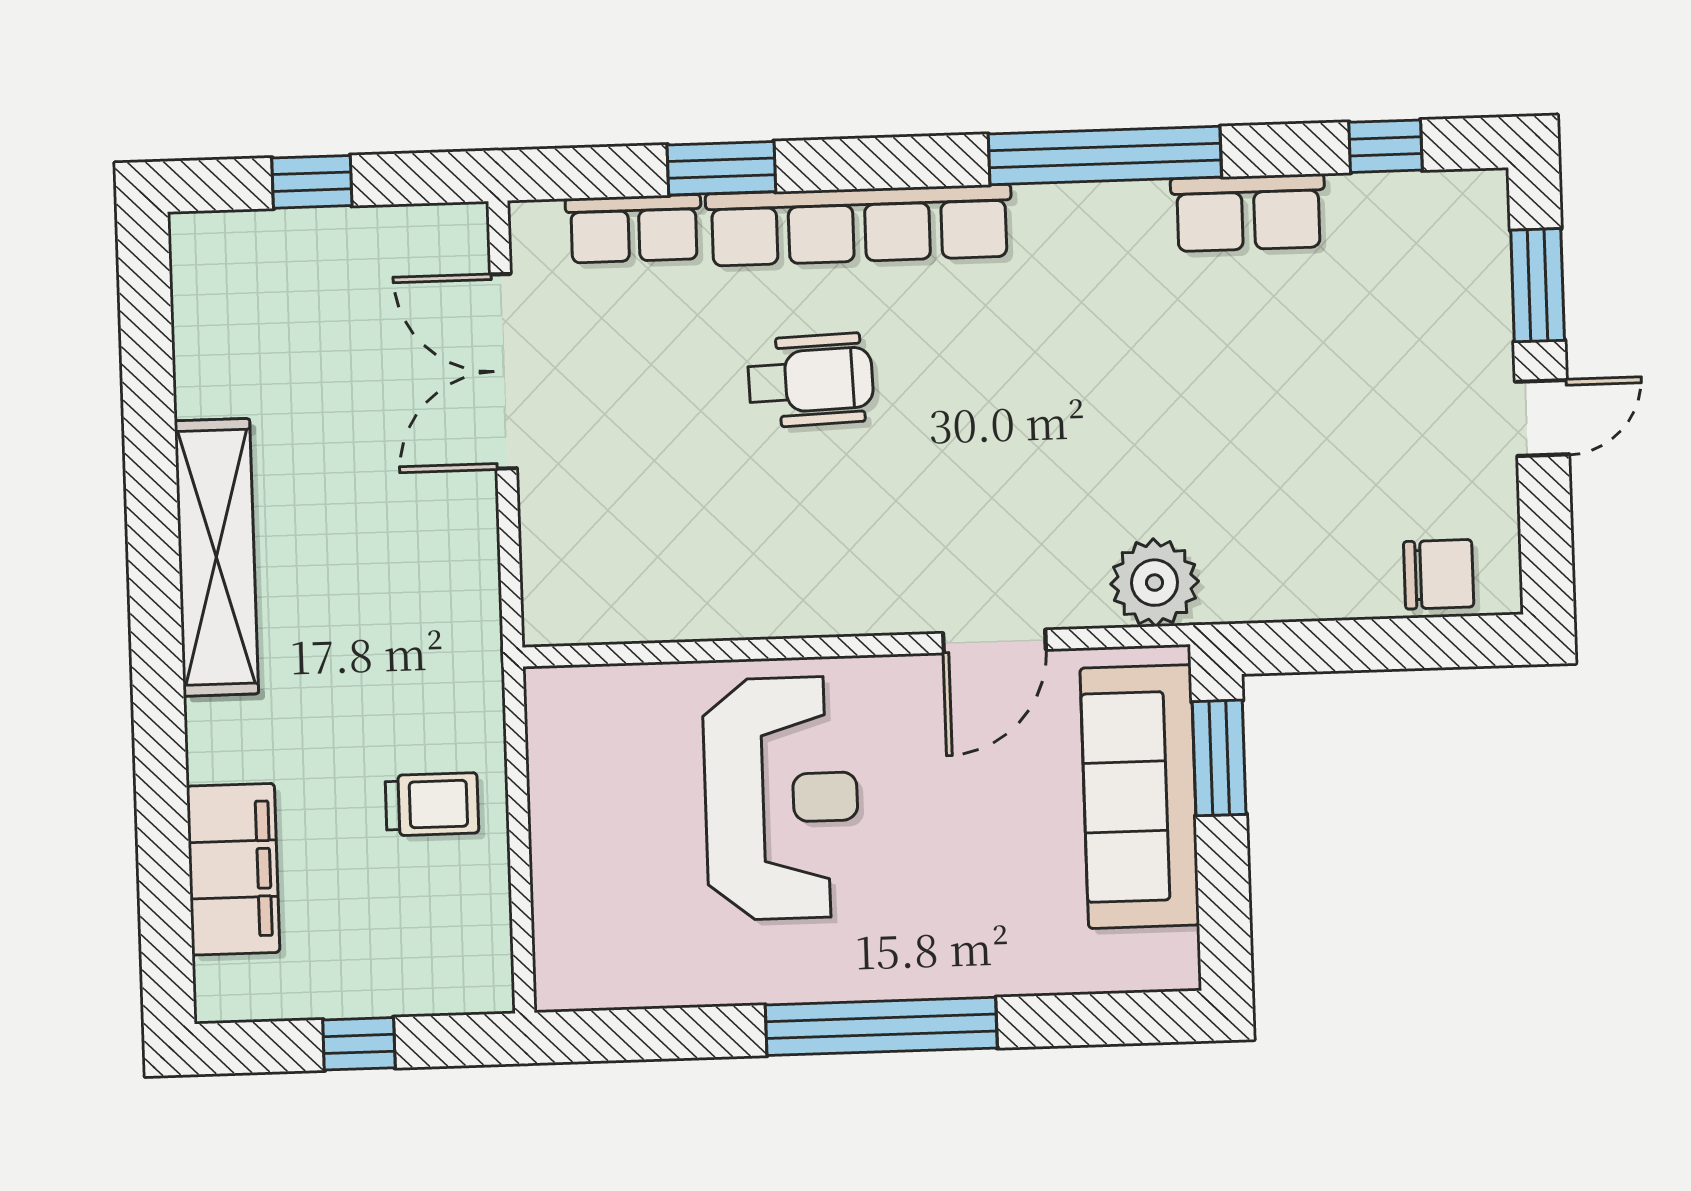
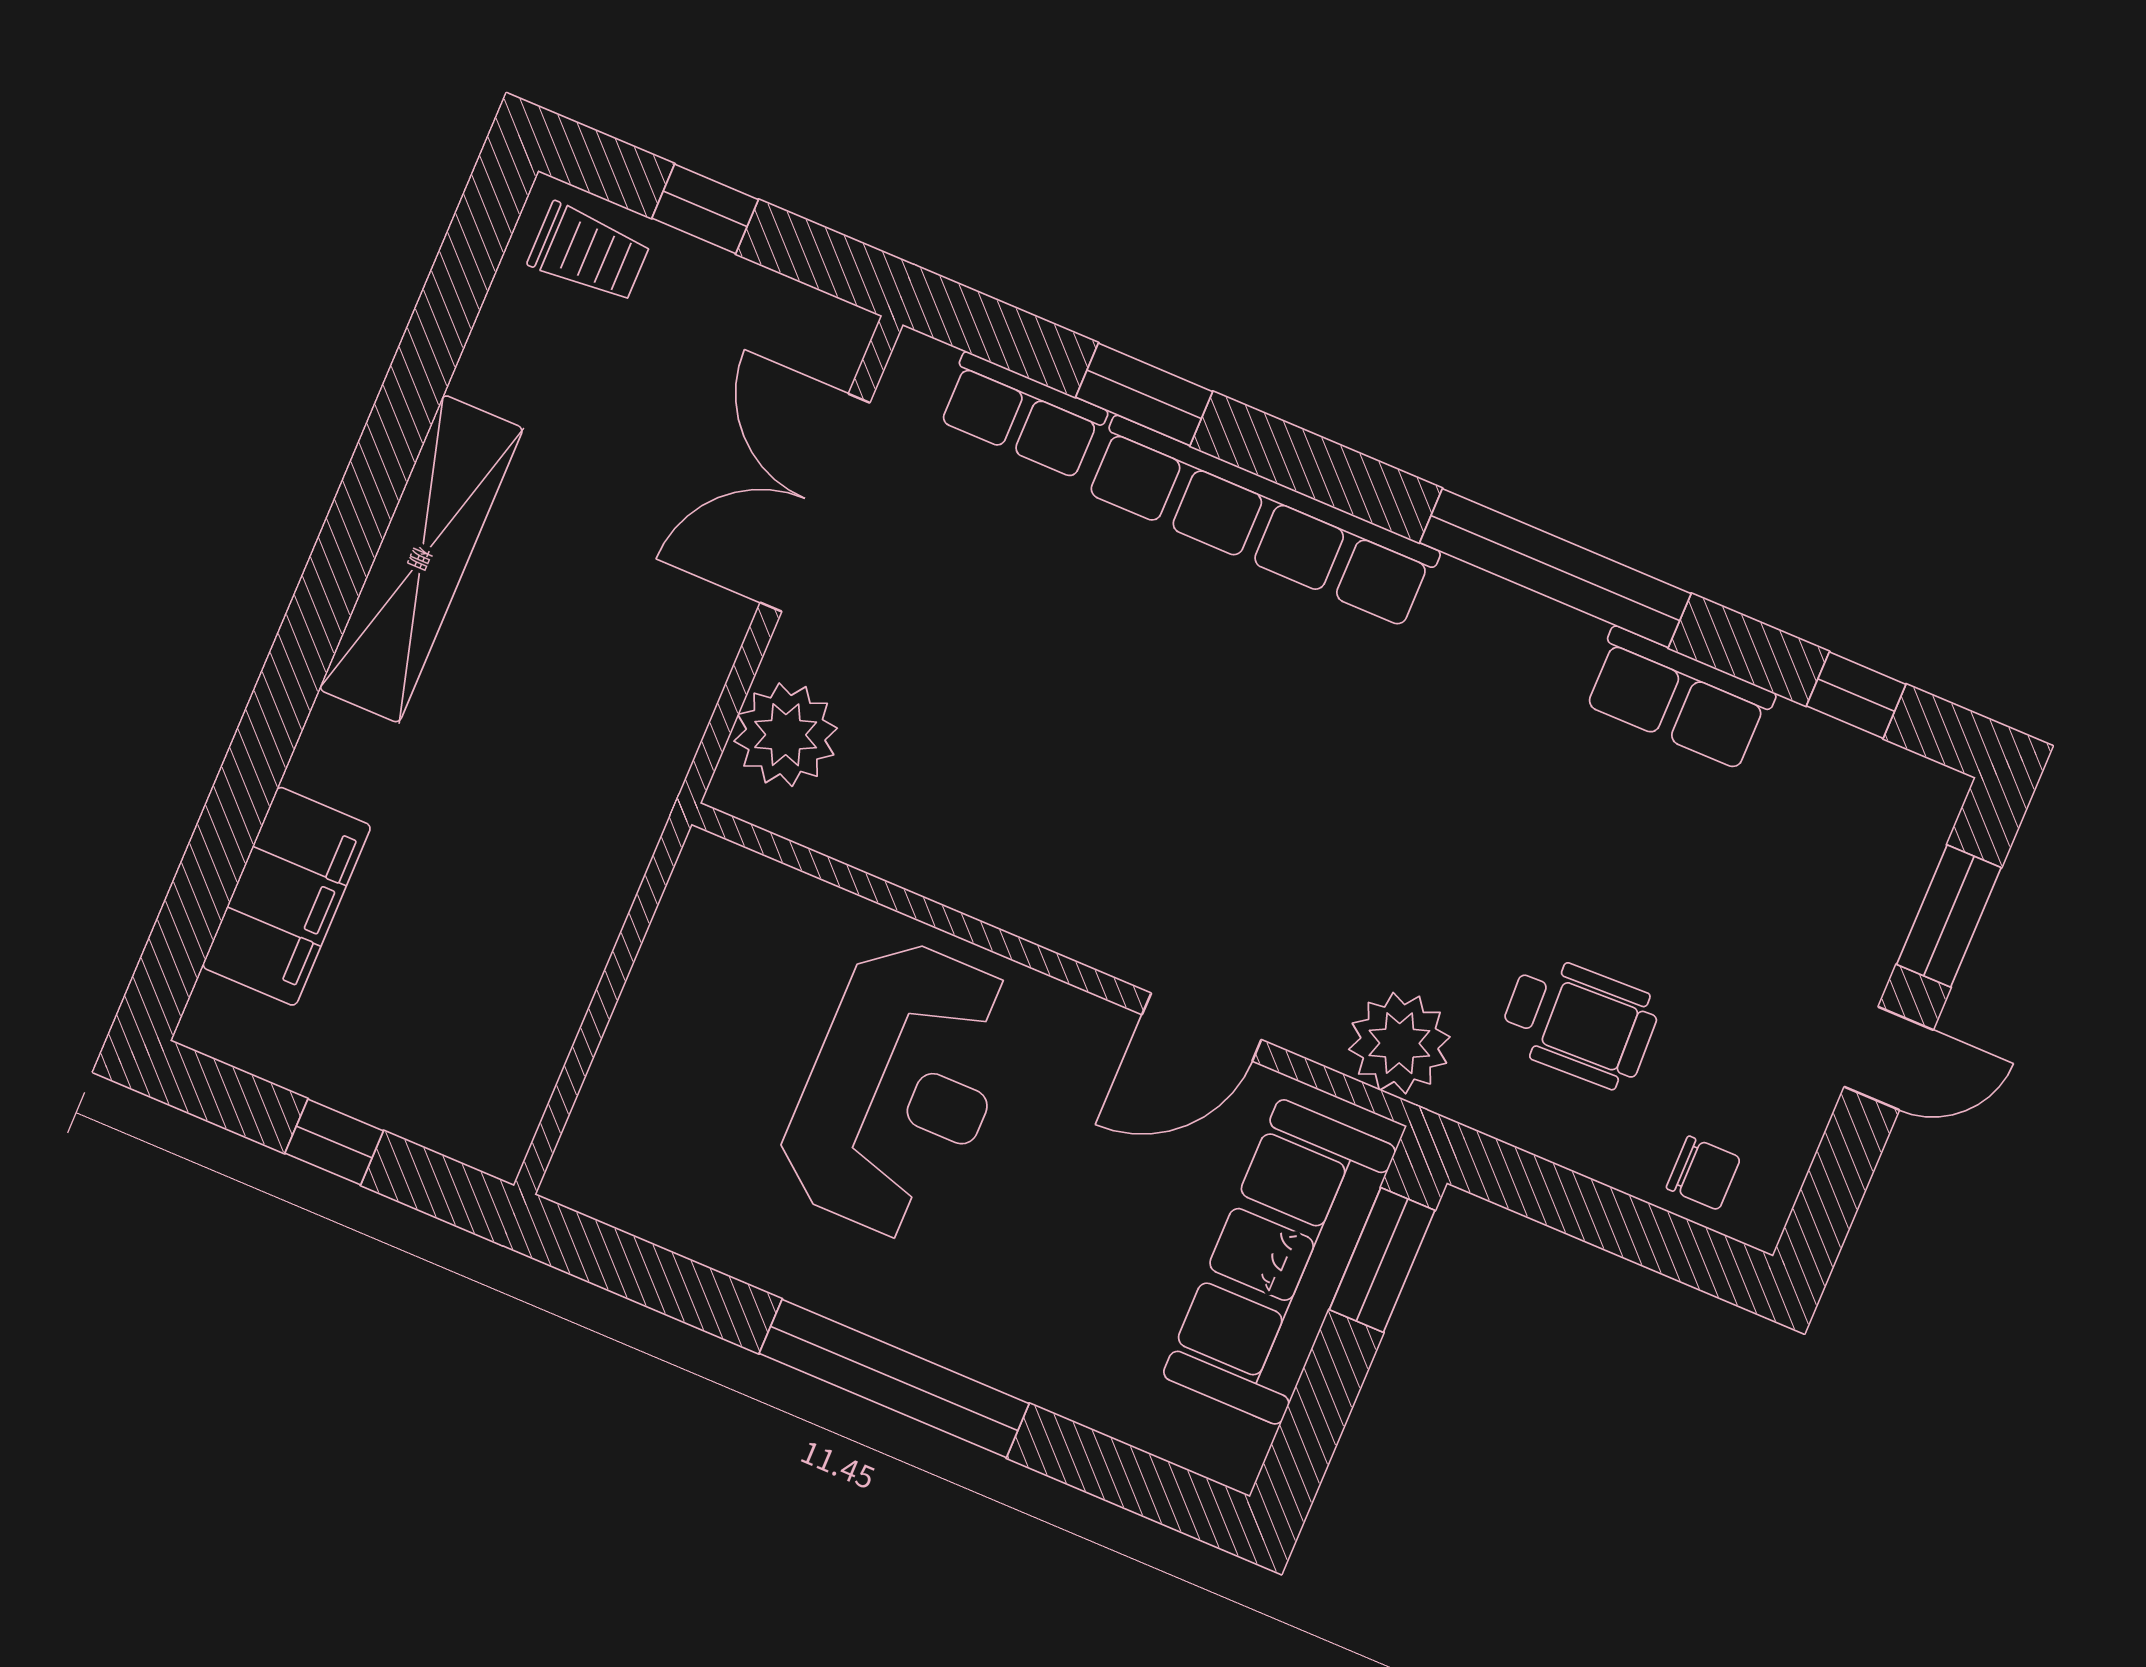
wheelchair: (811, 380) -> (1579, 1022), moved
plant: (564, 563) -> (786, 735), added
chair: (1439, 574) -> (1703, 1173), width x0.73, depth x0.73
trolley: (432, 804) -> (589, 253), moved

